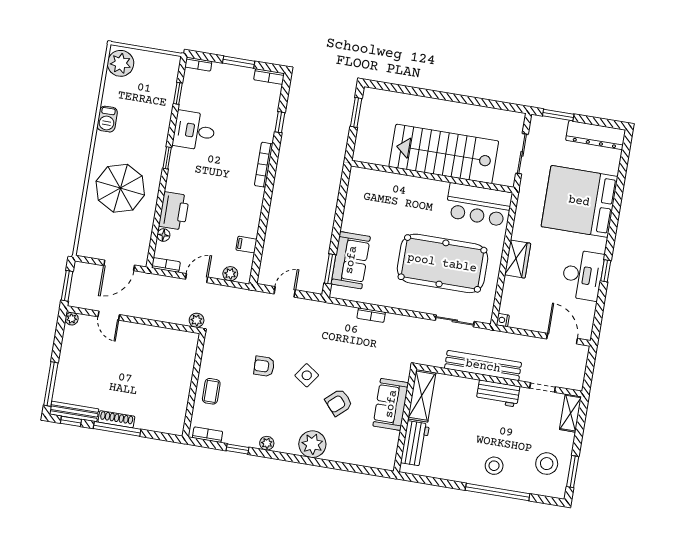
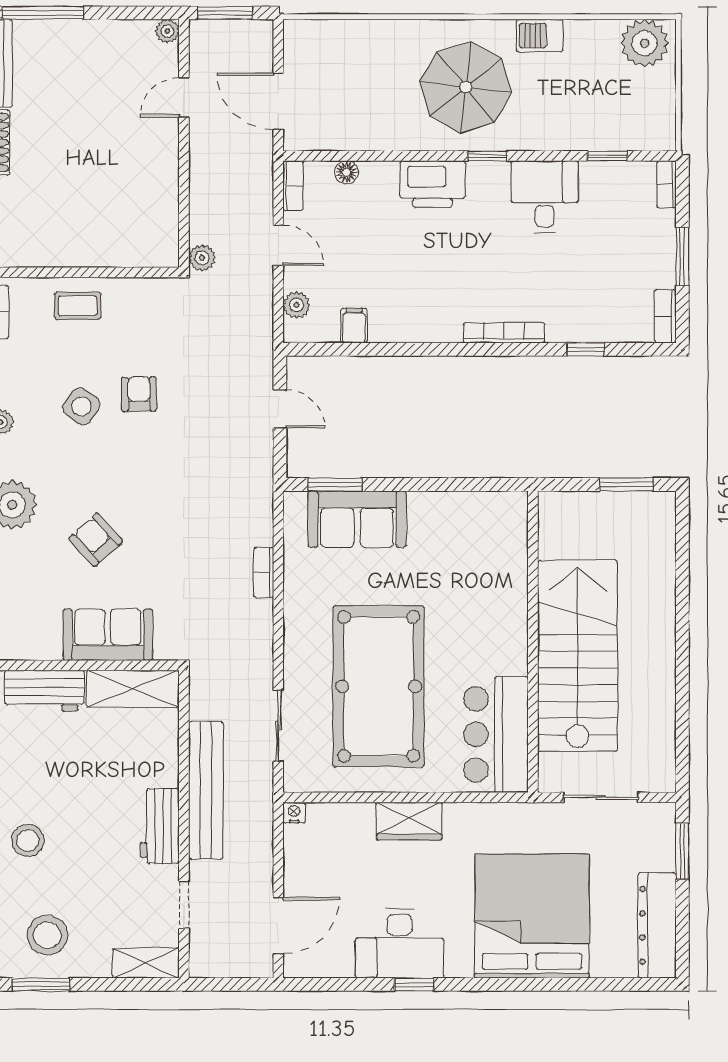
parasol: (120, 188) -> (466, 87), moved
printer: (174, 211) -> (433, 184), moved
side table: (307, 375) -> (81, 406), moved

